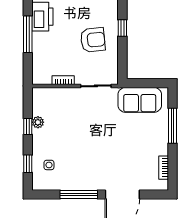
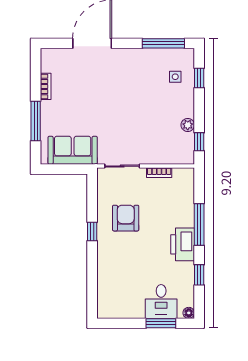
armchair: (93, 40) -> (126, 218), turned 96
window: (28, 127) -> (199, 142), moved
bookcase: (164, 168) -> (46, 86), moved
window: (79, 194) -> (163, 43), moved

